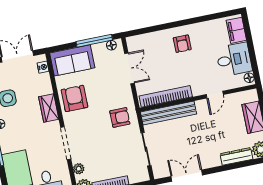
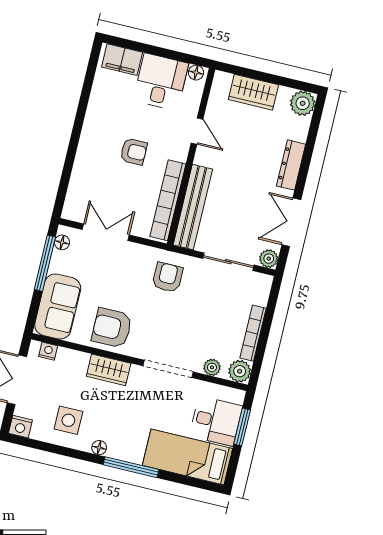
armchair: (182, 44) -> (134, 152), moved
dresser: (236, 156) -> (291, 165), moved
plant: (159, 172) -> (269, 259), added

